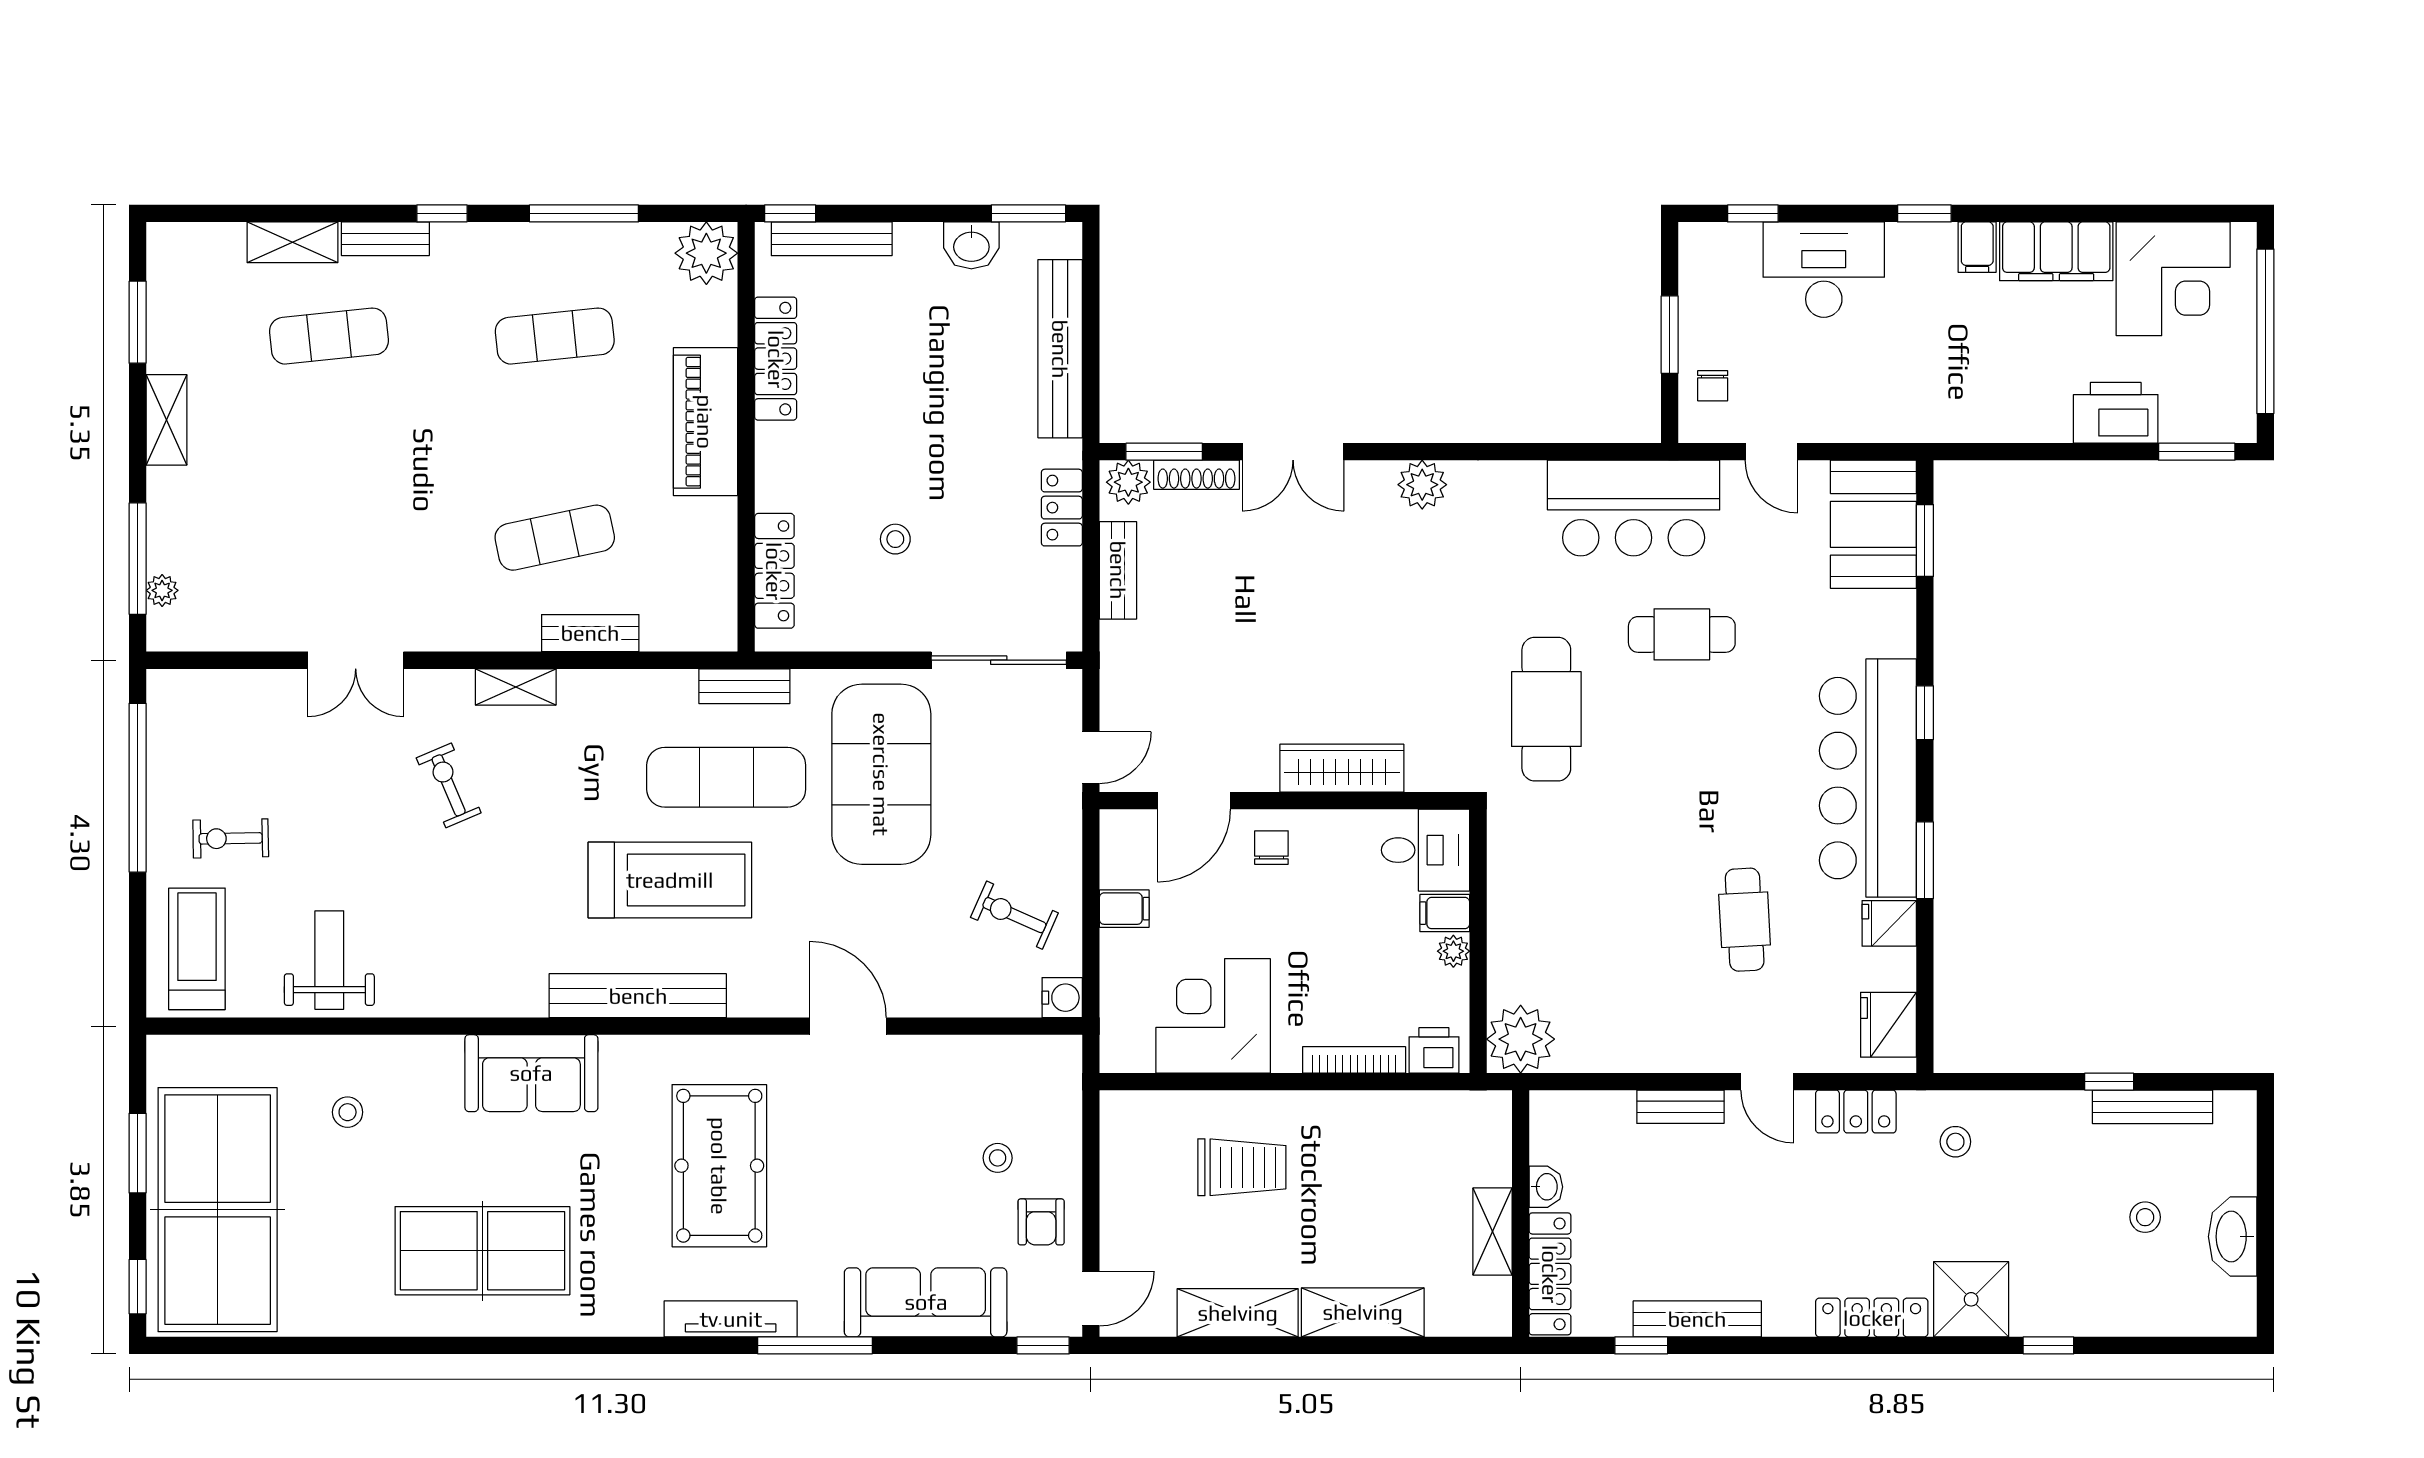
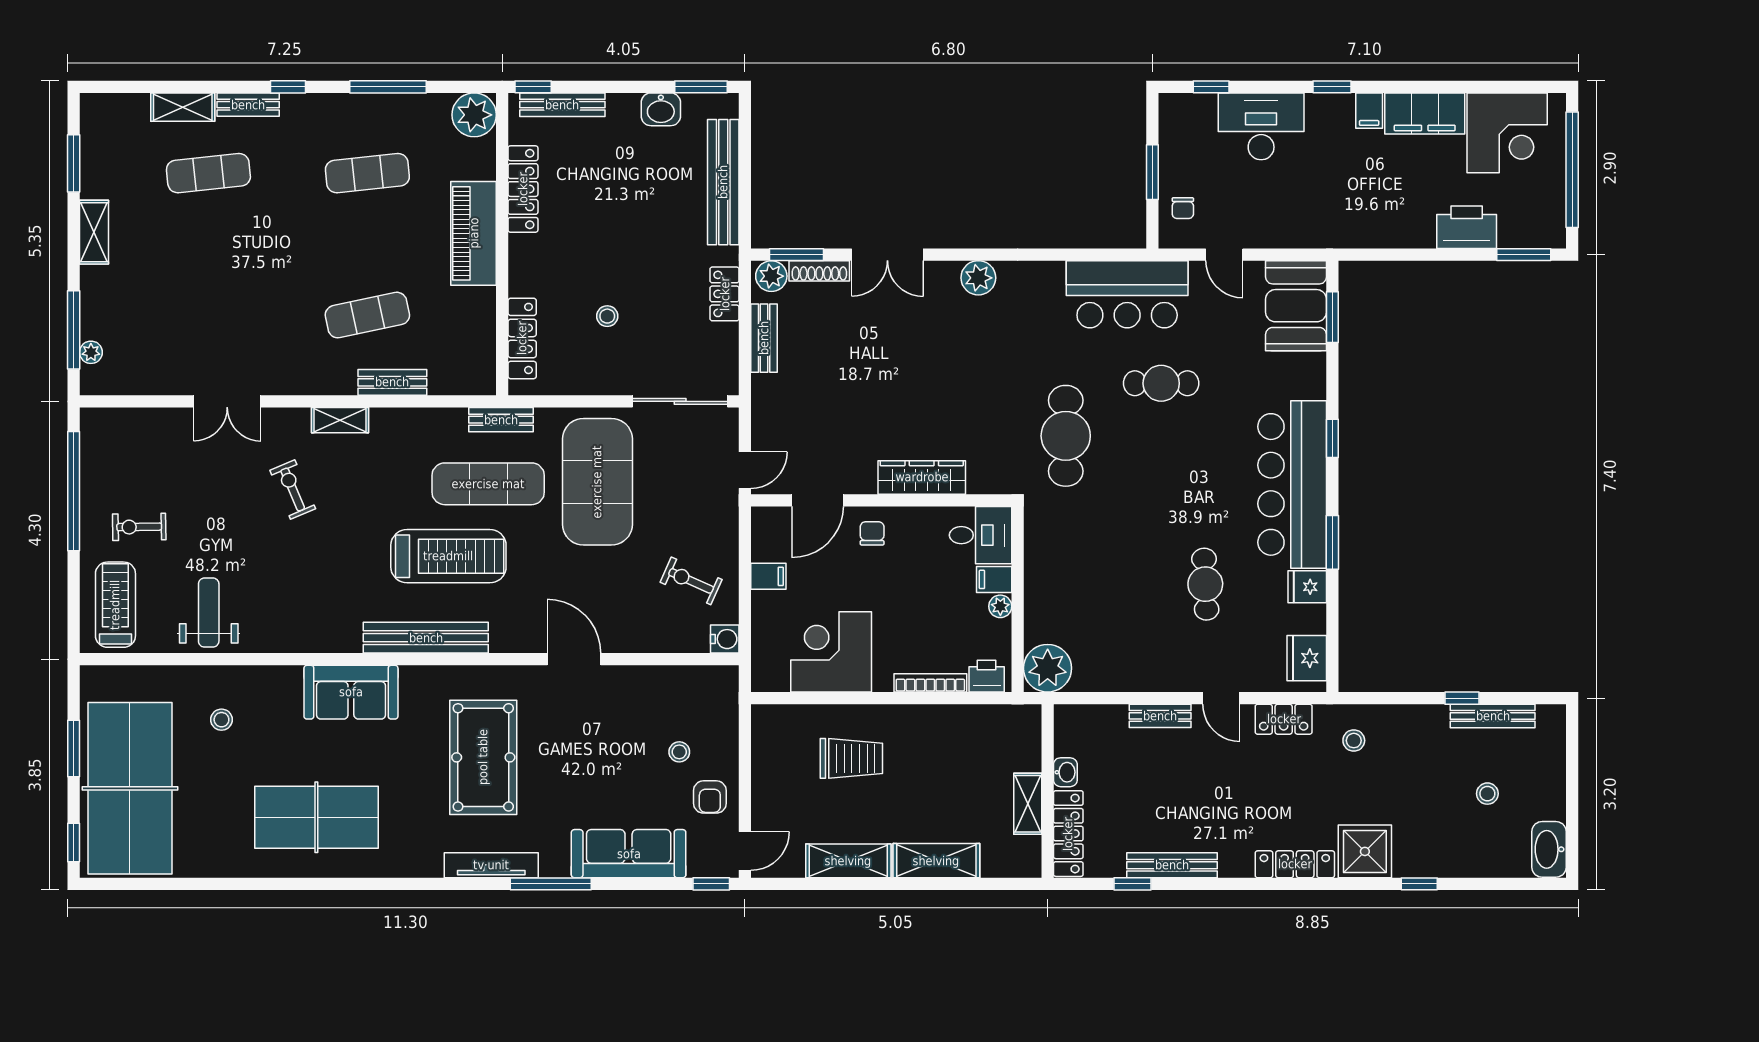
washbasin: (2233, 1237) -> (1549, 849), moved

